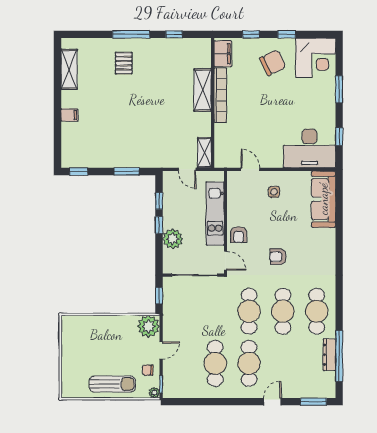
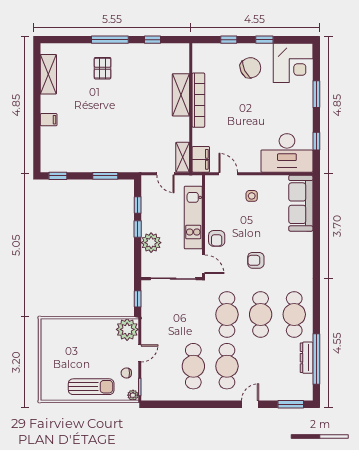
filing cabinet: (223, 54) -> (201, 159), moved

